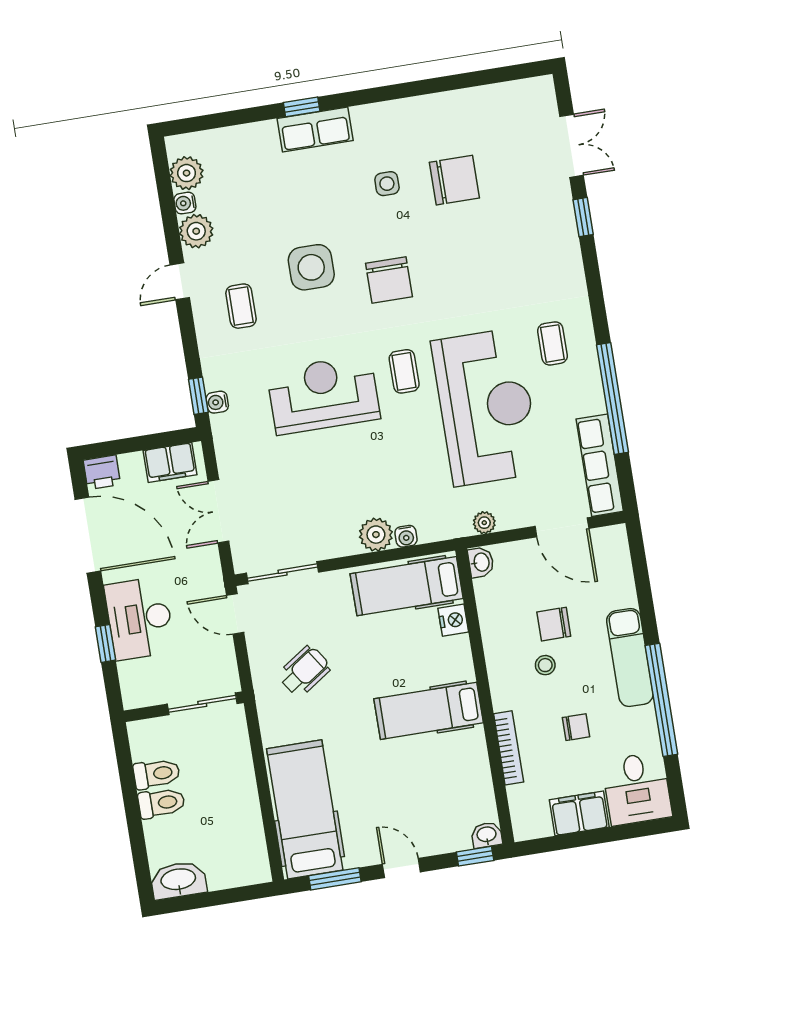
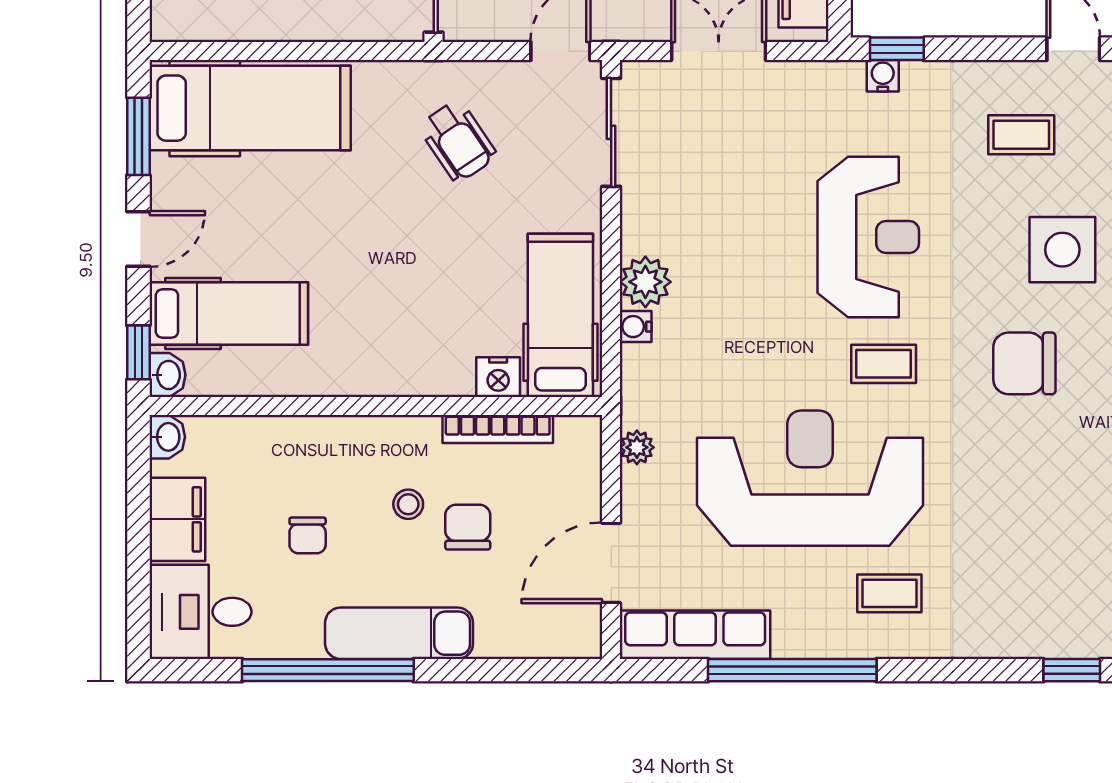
reception desk: (486, 407) -> (810, 478), turned 180
washbasin: (481, 562) -> (167, 437), moved, turned -90
hospital bed: (429, 711) -> (229, 314), moved, turned 90
bookcase: (509, 748) -> (498, 429), moved

